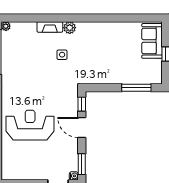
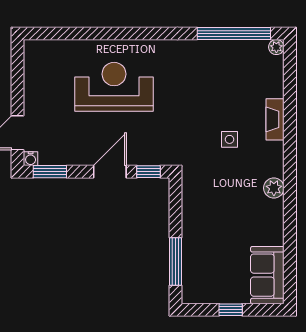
plant: (70, 28) -> (274, 188), moved
sofa: (152, 41) -> (267, 275), moved, turned -90
reception desk: (30, 125) -> (114, 87), turned -90

